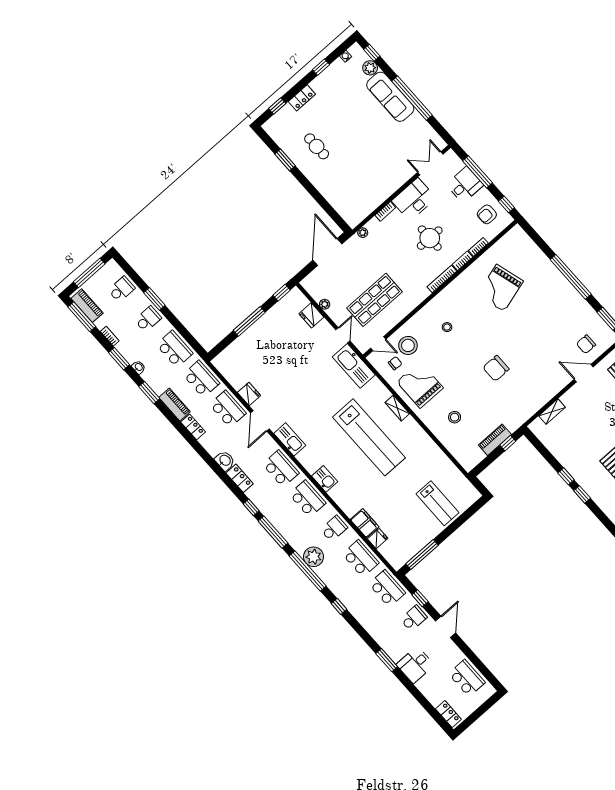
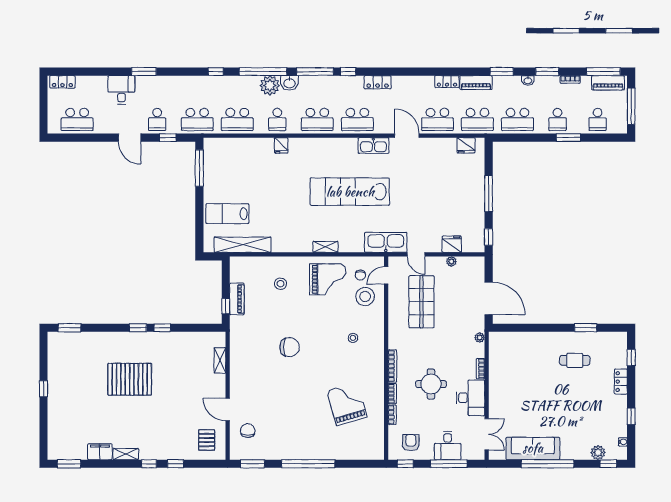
sofa: (390, 97) -> (533, 448), moved
chair: (496, 368) -> (290, 347), turned 90
door: (584, 373) -> (228, 410), swing flipped
fridge: (249, 394) -> (466, 145), moved
lab bench: (369, 437) -> (350, 192), moved
washbasin: (225, 461) -> (289, 83), moved
shelving: (451, 471) -> (243, 245), added
kitchen sink: (325, 479) -> (321, 146), removed
filing cabinet: (365, 523) -> (261, 146), removed
fridge: (378, 539) -> (281, 145), moved

